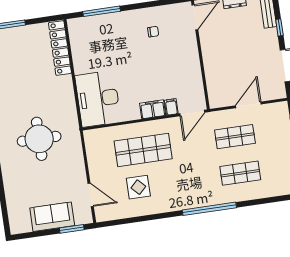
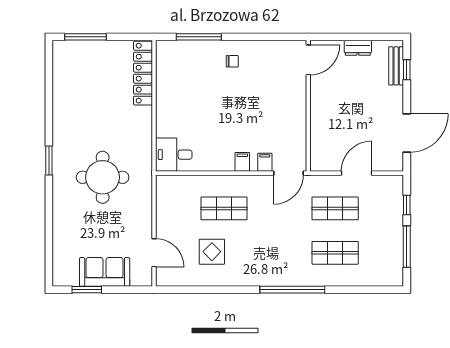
window: (279, 27) -> (407, 70), moved
chair: (153, 32) -> (232, 61), moved
desk: (98, 99) -> (174, 155), width x0.53, depth x0.77
filing cabinet: (153, 109) -> (242, 162), width x0.50
shop shelf: (143, 150) -> (224, 208), width x0.70, depth x0.74
window: (72, 229) -> (87, 290), moved

